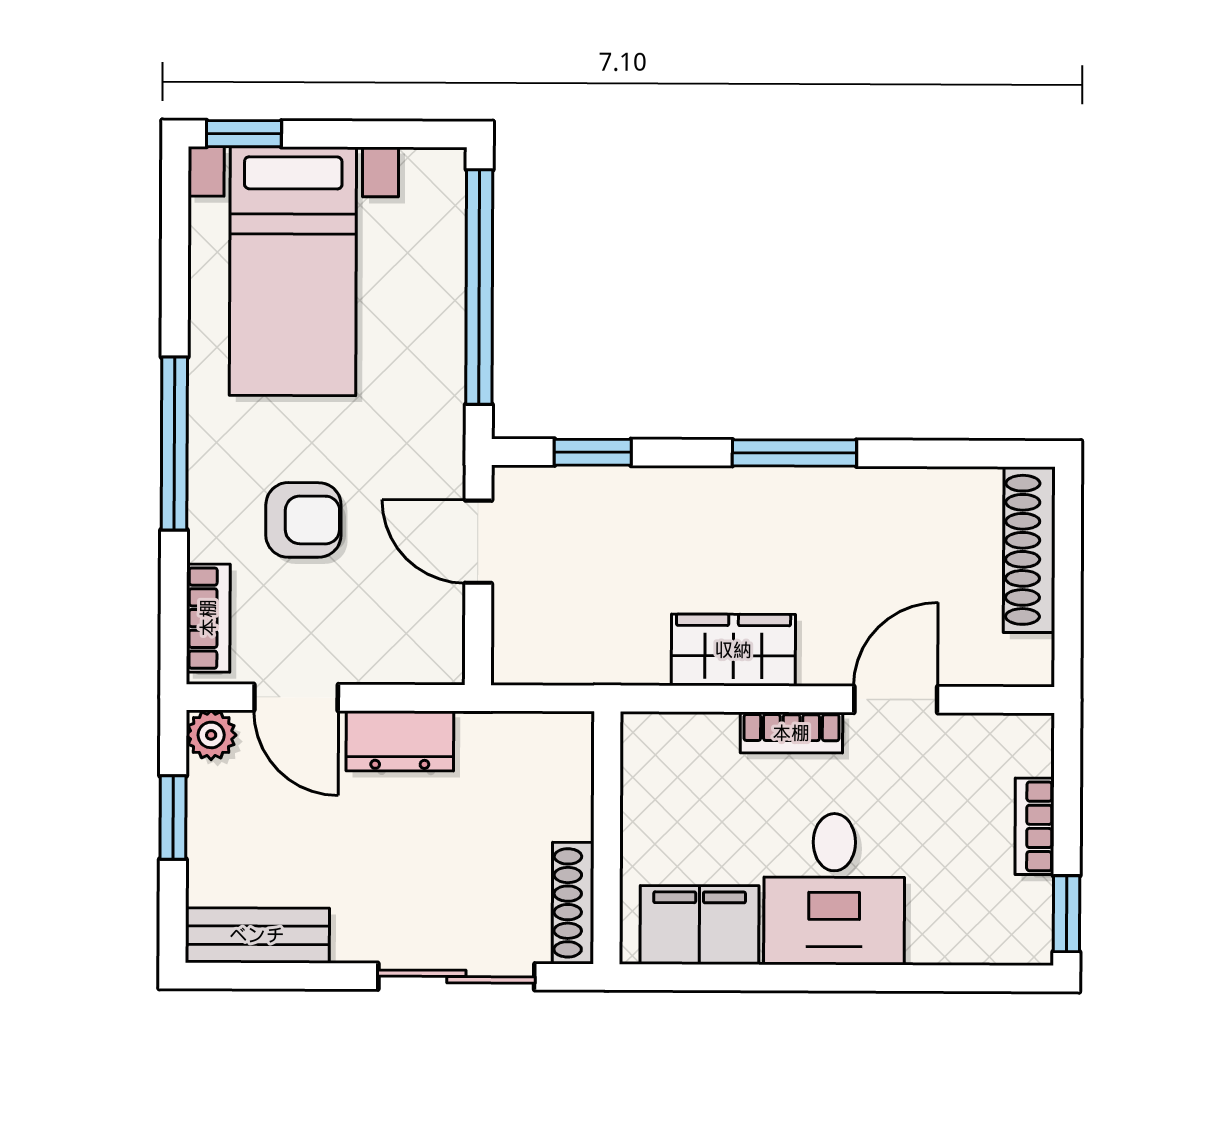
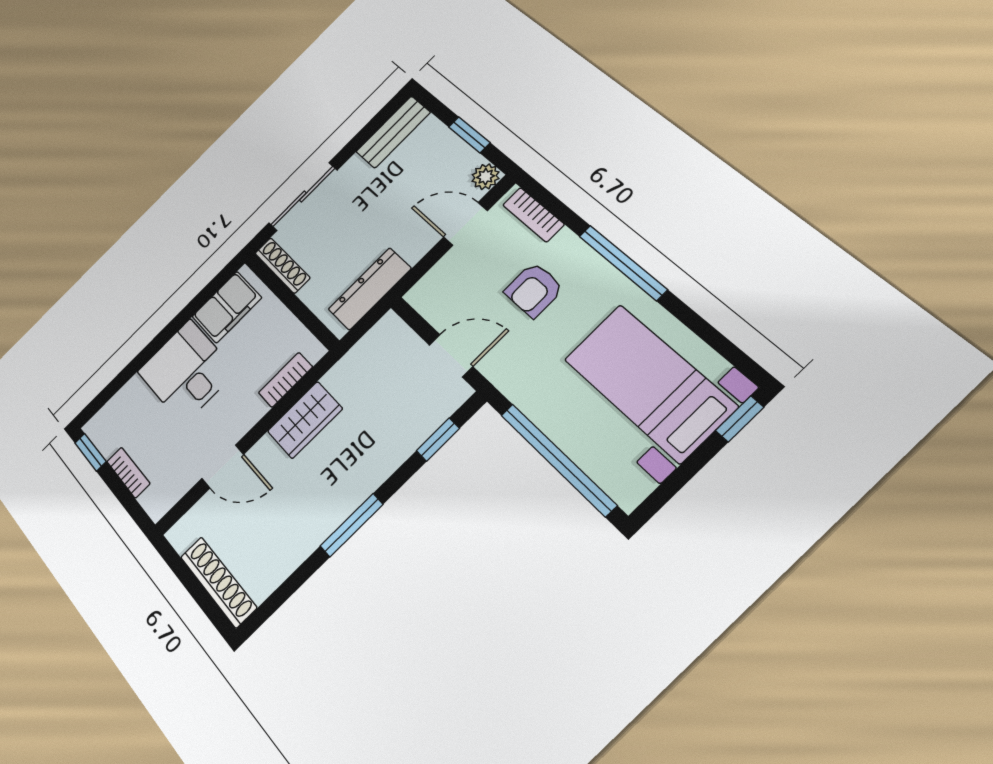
door: (896, 699) -> (223, 466), hinge flipped
bookcase: (791, 733) -> (285, 380), moved
dresser: (400, 741) -> (370, 289), moved, width x1.44

